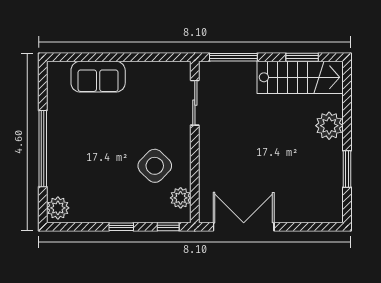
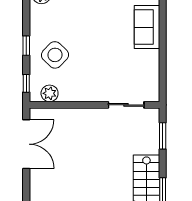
window: (233, 57) -> (163, 136), width x0.69
side table: (155, 166) -> (55, 55), moved

